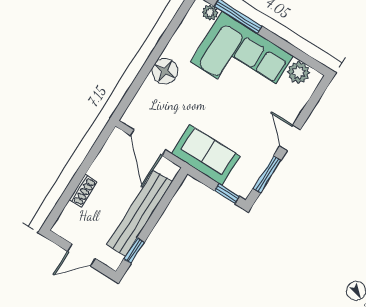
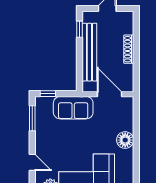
door: (290, 138) -> (32, 162), moved
shoe rack: (83, 191) -> (129, 49), width x1.43

